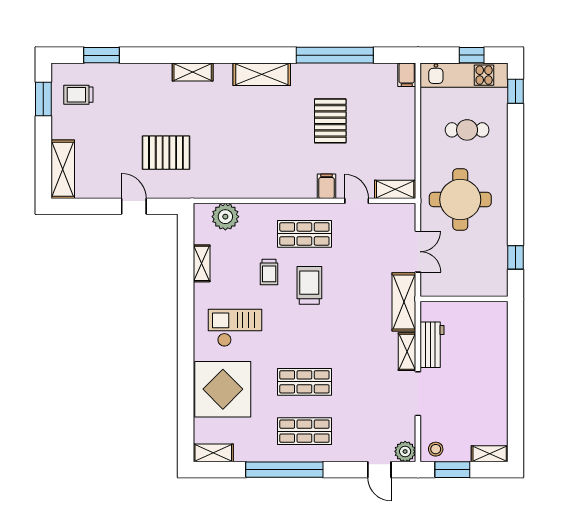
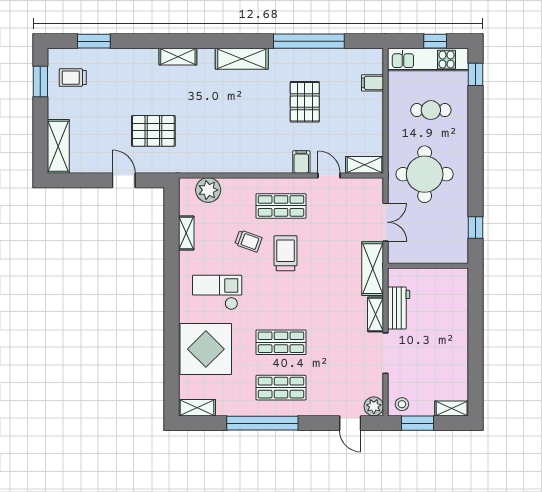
filing cabinet: (407, 75) -> (372, 83), moved, turned 90
trolley: (269, 272) -> (248, 241), turned -70

